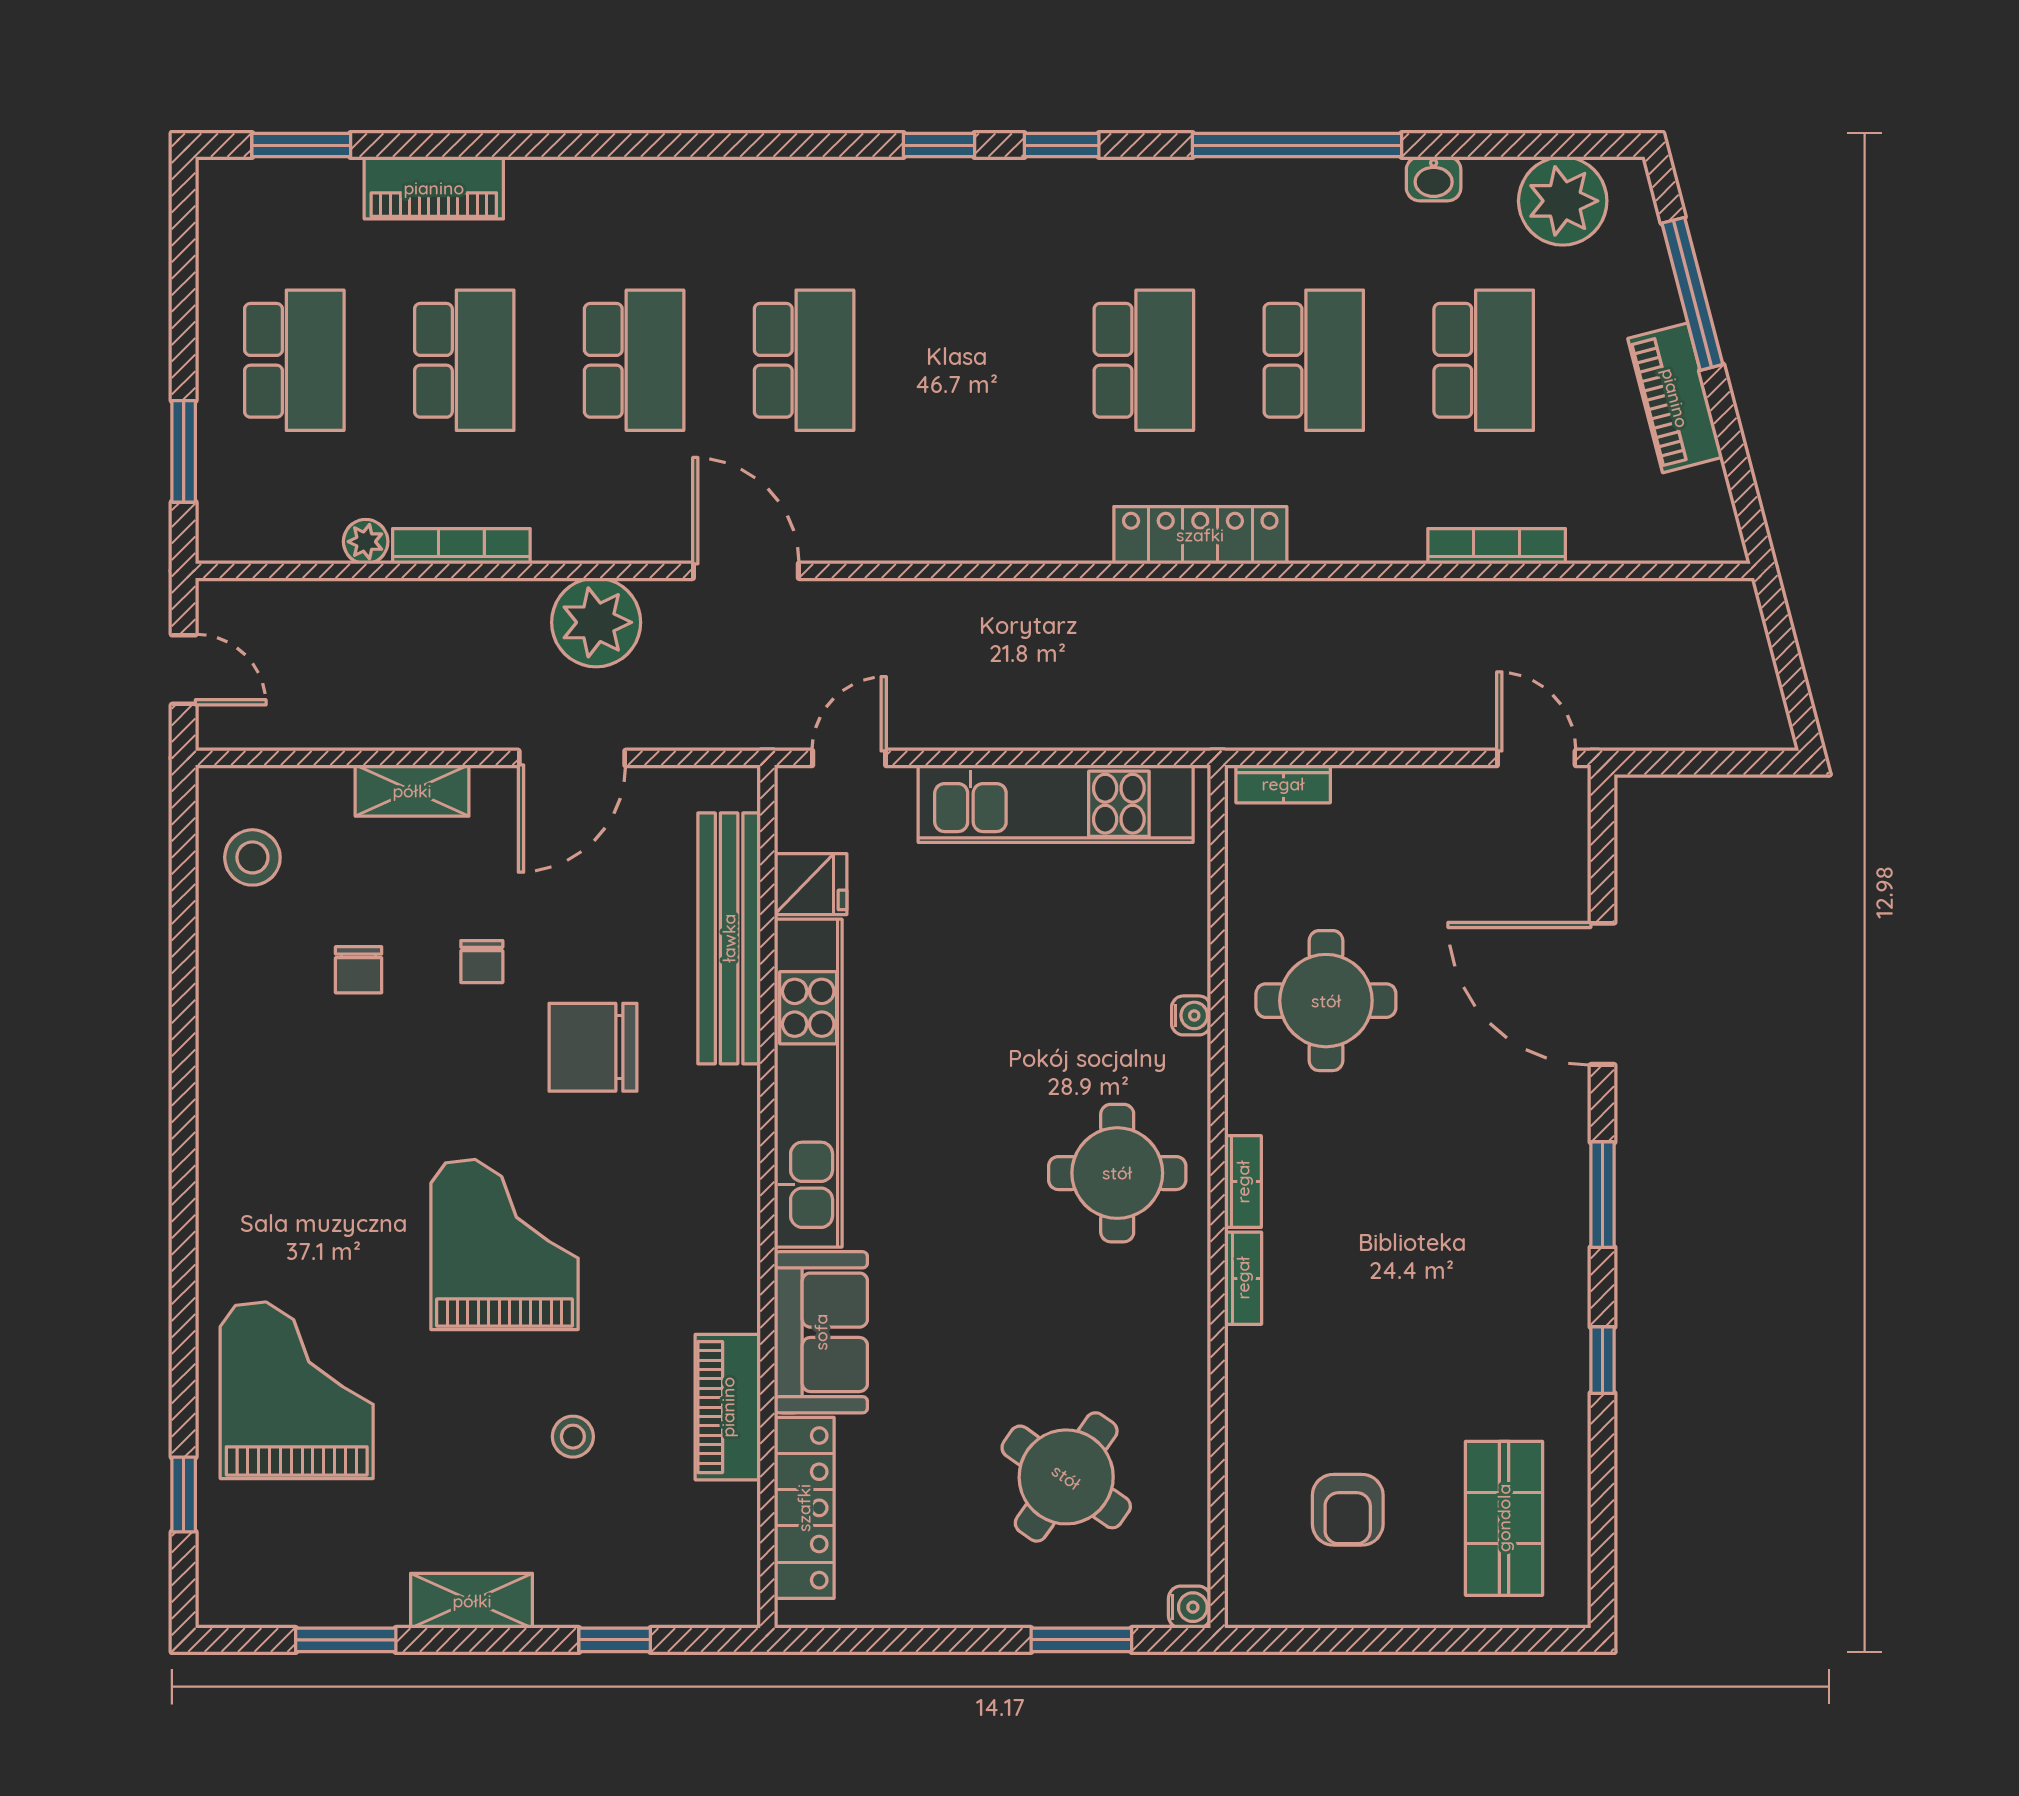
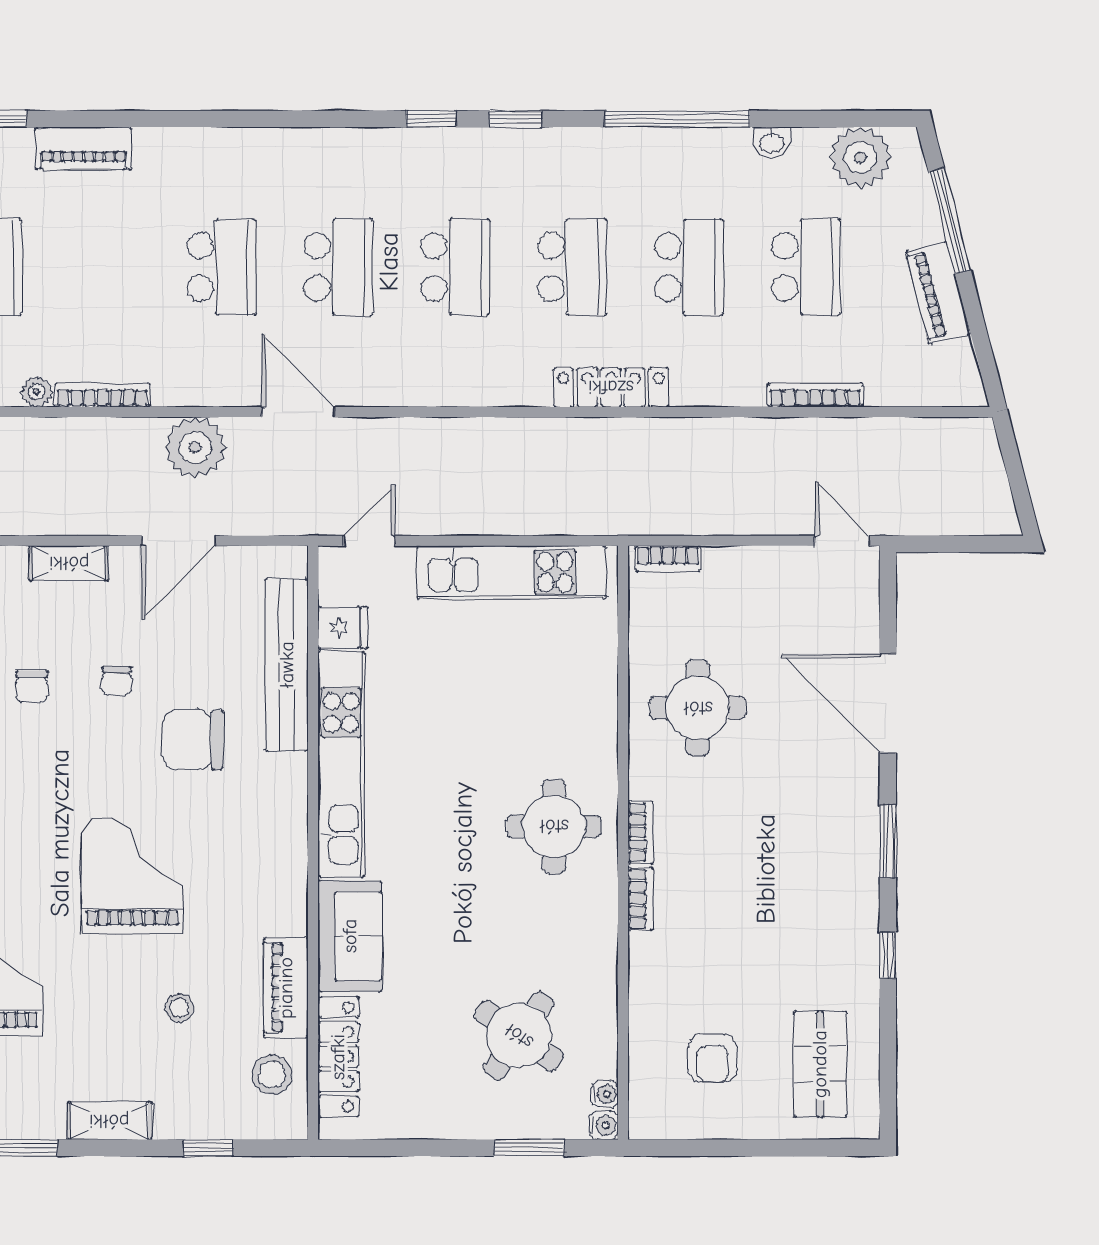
school desk: (464, 360) -> (455, 267), moved
water cooler: (1191, 1015) -> (605, 1094), moved
stool: (707, 1534) -> (272, 1075), added

